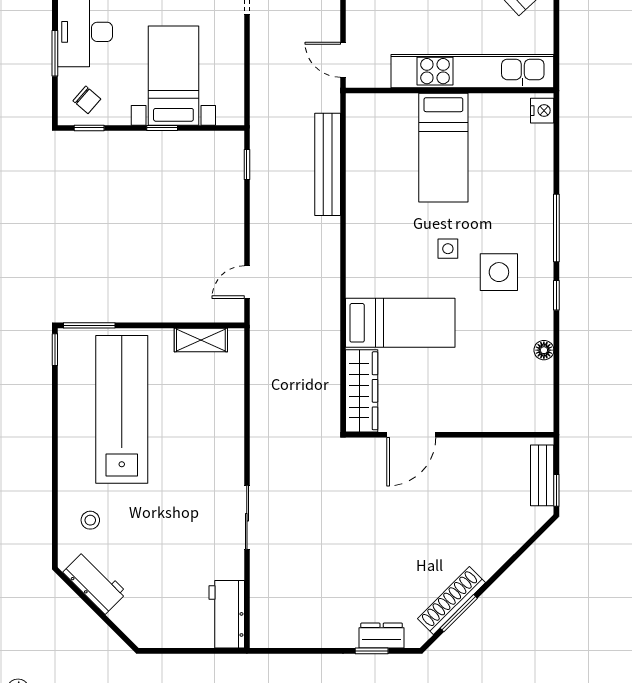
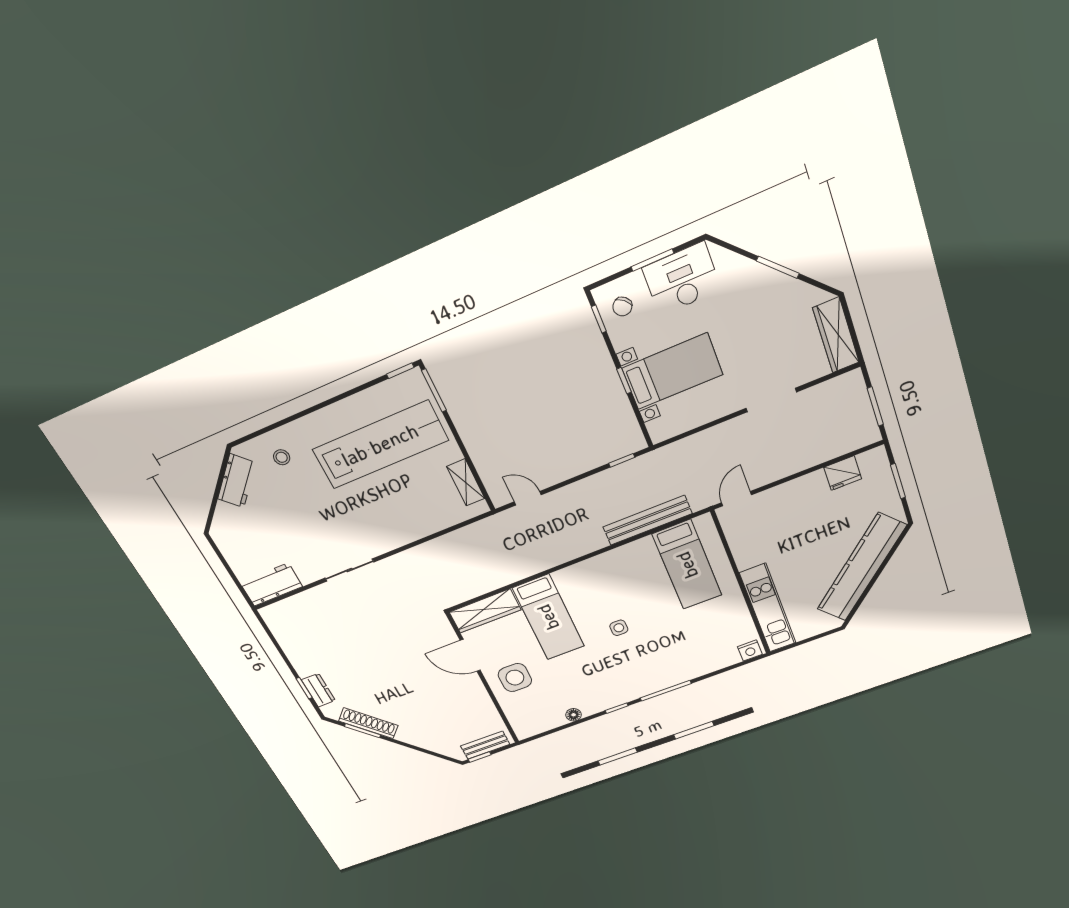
kitchen unit: (472, 71) -> (768, 608), width x0.73
bed: (443, 148) -> (687, 565), moved, turned -90
side table: (499, 272) -> (515, 678), moved

